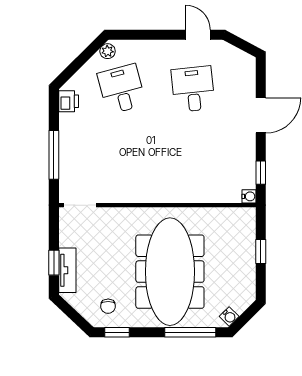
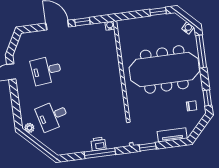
printer: (69, 101) -> (98, 144), moved
window: (261, 173) -> (82, 22), moved
window: (261, 251) -> (158, 12), moved
window: (54, 263) -> (148, 147), moved

